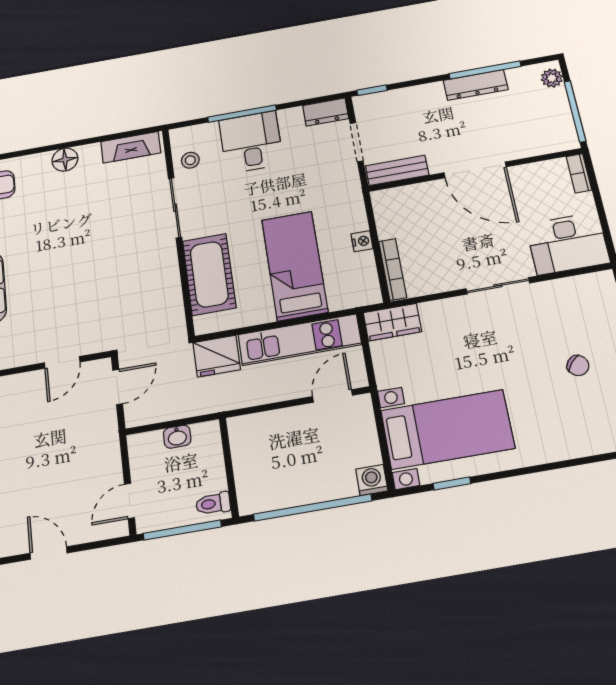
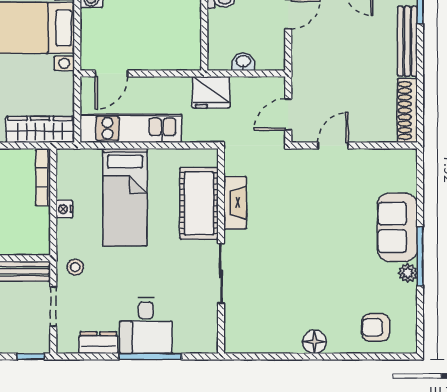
dresser: (326, 112) -> (98, 343), moved
fireplace: (131, 147) -> (235, 203), moved, turned 90
stool: (190, 160) -> (75, 267), moved
wardrobe: (392, 322) -> (40, 129), width x1.50
fridge: (217, 356) -> (211, 92), moved, turned 180

